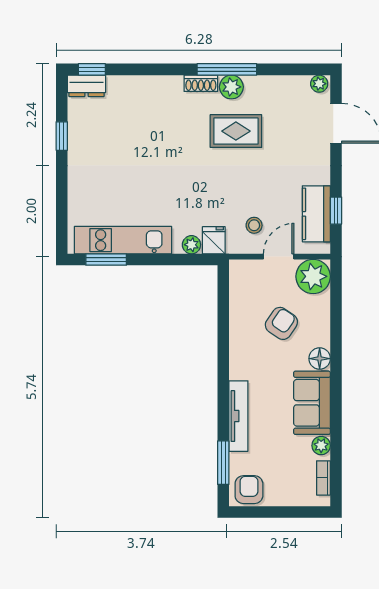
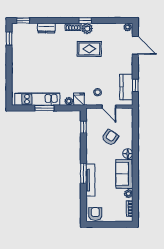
window: (227, 69) -> (85, 20), width x0.46
dresser: (87, 86) -> (46, 28), moved
window: (62, 136) -> (9, 38), moved
door: (279, 257) -> (109, 107), swing flipped
window: (106, 260) -> (44, 108), moved
plant: (313, 276) -> (125, 116), removed
window: (223, 301) -> (83, 127), added
window: (223, 463) -> (83, 173), moved

